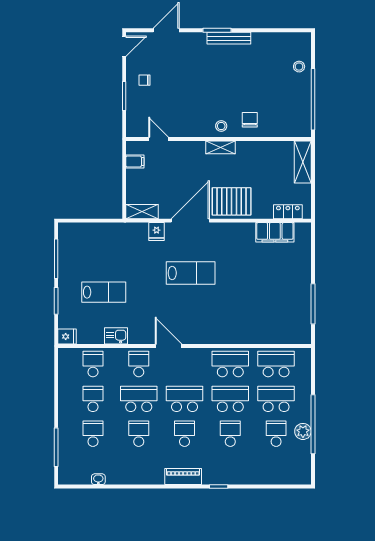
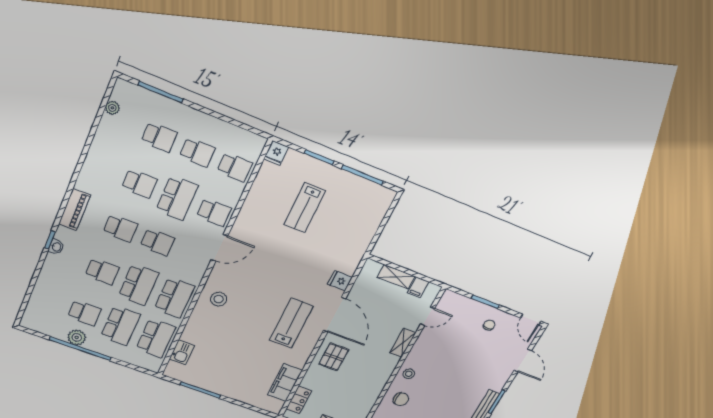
shelving: (221, 147) -> (403, 343), moved
pallet: (232, 201) -> (334, 357), width x0.67, depth x0.71
shelving: (142, 212) -> (396, 277), moved, turned 90
lab bench: (191, 273) -> (291, 323), moved, turned 180
stool: (216, 326) -> (219, 299), added
kitchen sink: (116, 336) -> (182, 352), moved
school desk: (185, 399) -> (157, 242), width x0.54
plant: (84, 479) -> (112, 108), added
washbasin: (98, 479) -> (56, 247), moved

